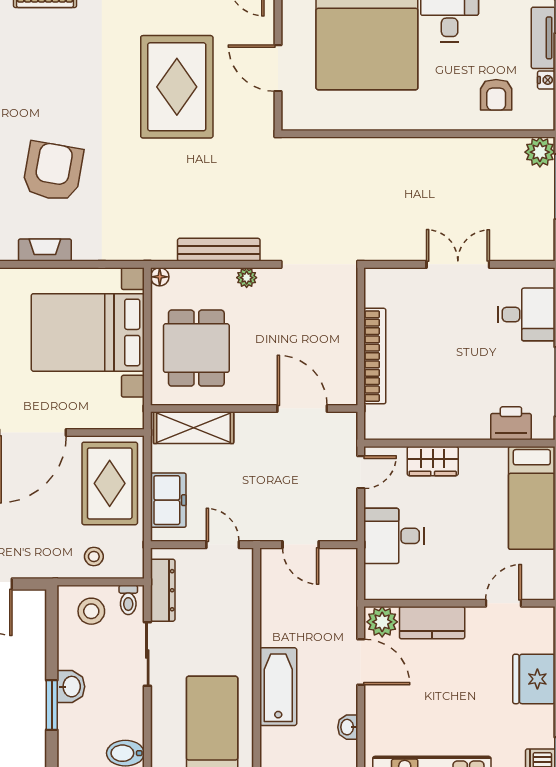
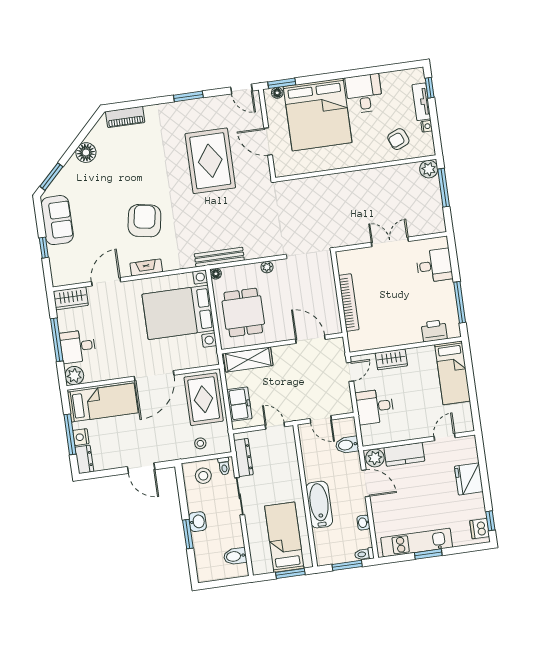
armchair: (496, 95) -> (398, 139), turned 68
bench: (219, 250) -> (219, 257), moved
bidet: (339, 593) -> (347, 445), added

